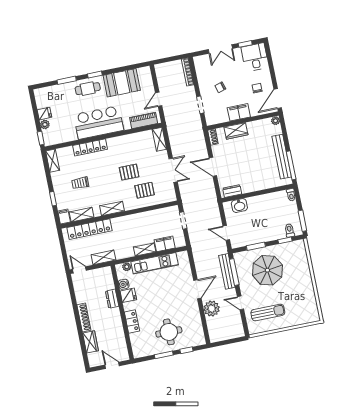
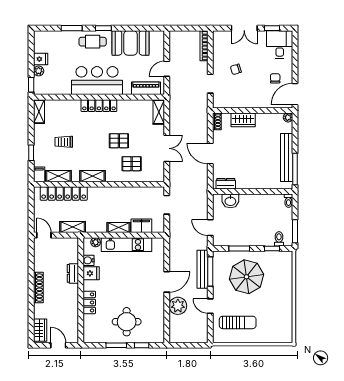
filing cabinet: (239, 112) -> (250, 100), removed
locker: (90, 147) -> (99, 106), moved
wardrobe: (90, 342) -> (40, 330), moved

